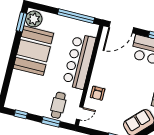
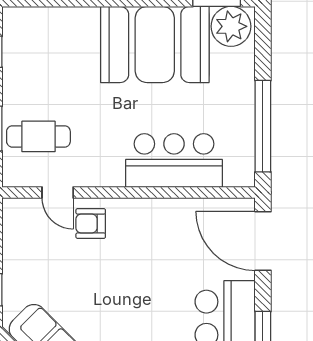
bar counter: (79, 61) -> (174, 161), width x0.73
door: (80, 113) -> (58, 193), moved

